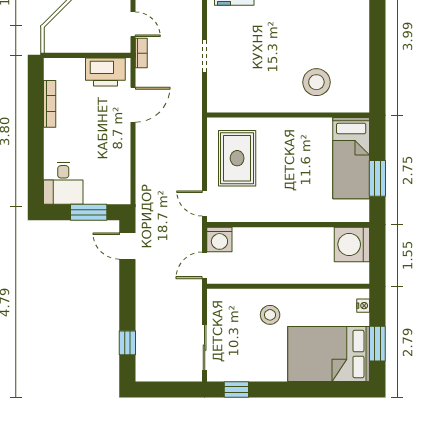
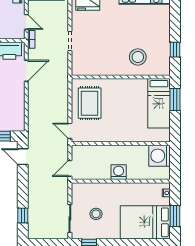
window: (377, 70) -> (175, 50), added
window: (377, 178) -> (175, 99), moved
washing machine: (219, 239) -> (119, 172), moved, turned 180
stool: (270, 315) -> (96, 214), moved

